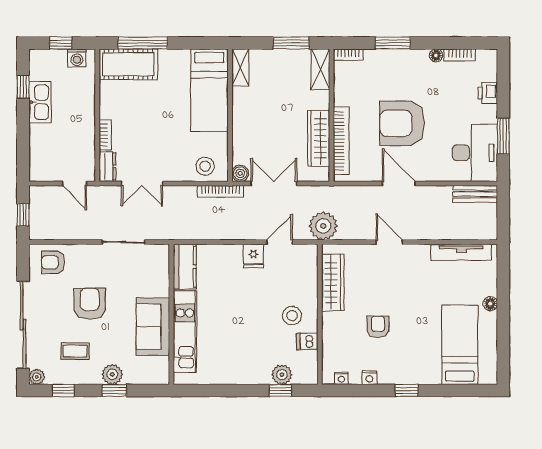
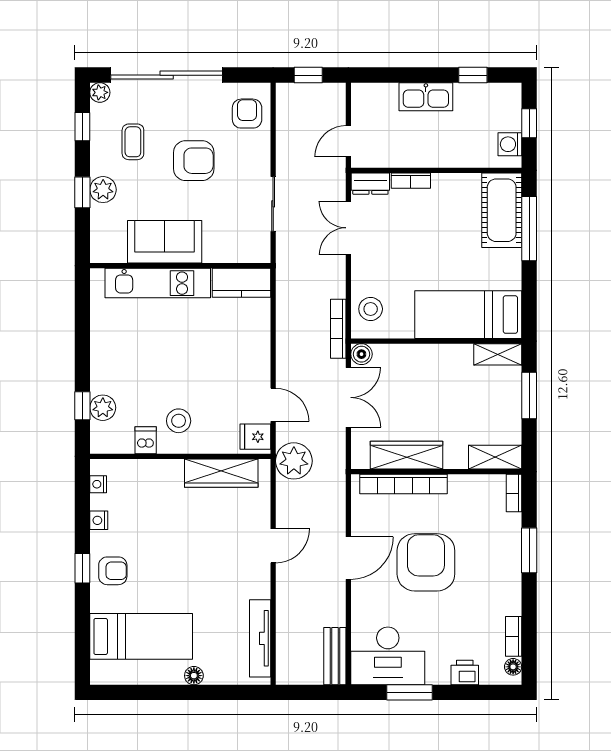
window: (291, 43) -> (529, 396), moved
floor lamp: (436, 55) -> (513, 667), moved
kitchen sink: (40, 102) -> (426, 97), moved
fridge: (253, 256) -> (255, 437), moved
armchair: (378, 327) -> (113, 571), moved

